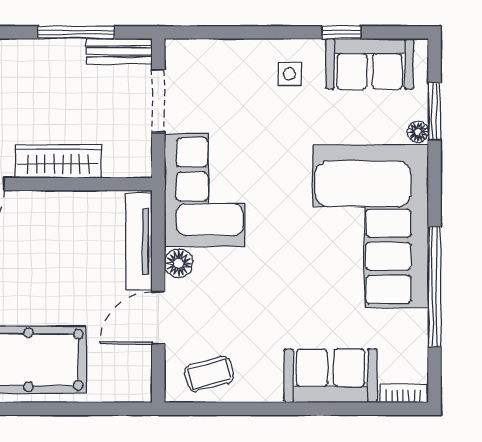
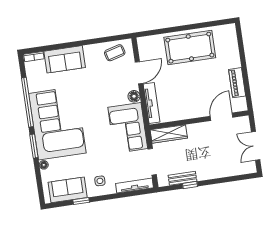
window: (76, 32) -> (190, 185), width x0.46
tv unit: (209, 50) -> (135, 186), added
bench: (119, 51) -> (182, 178), moved
window: (434, 111) -> (34, 146), moved
wardrobe: (58, 161) -> (169, 134), moved

